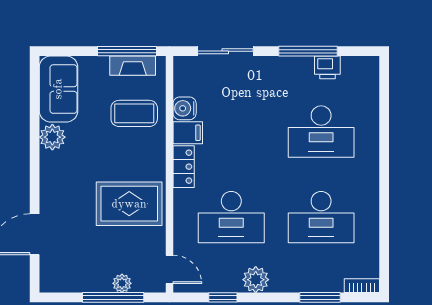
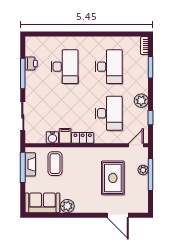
rug: (129, 204) -> (113, 178), moved

